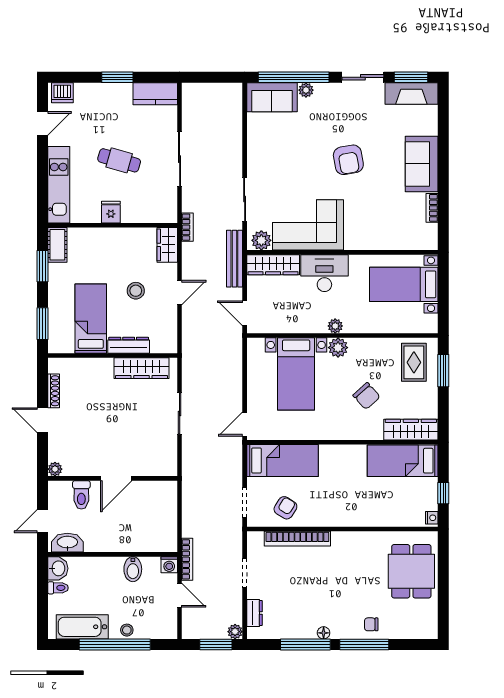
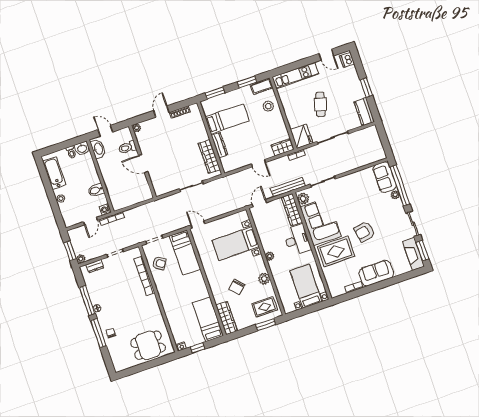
fridge: (111, 212) -> (302, 136), moved, width x1.88, depth x1.34
rug: (364, 217) -> (336, 251), added
stool: (136, 291) -> (268, 106), moved
plant: (338, 348) -> (264, 279), moved
window: (115, 644) -> (51, 194), removed

